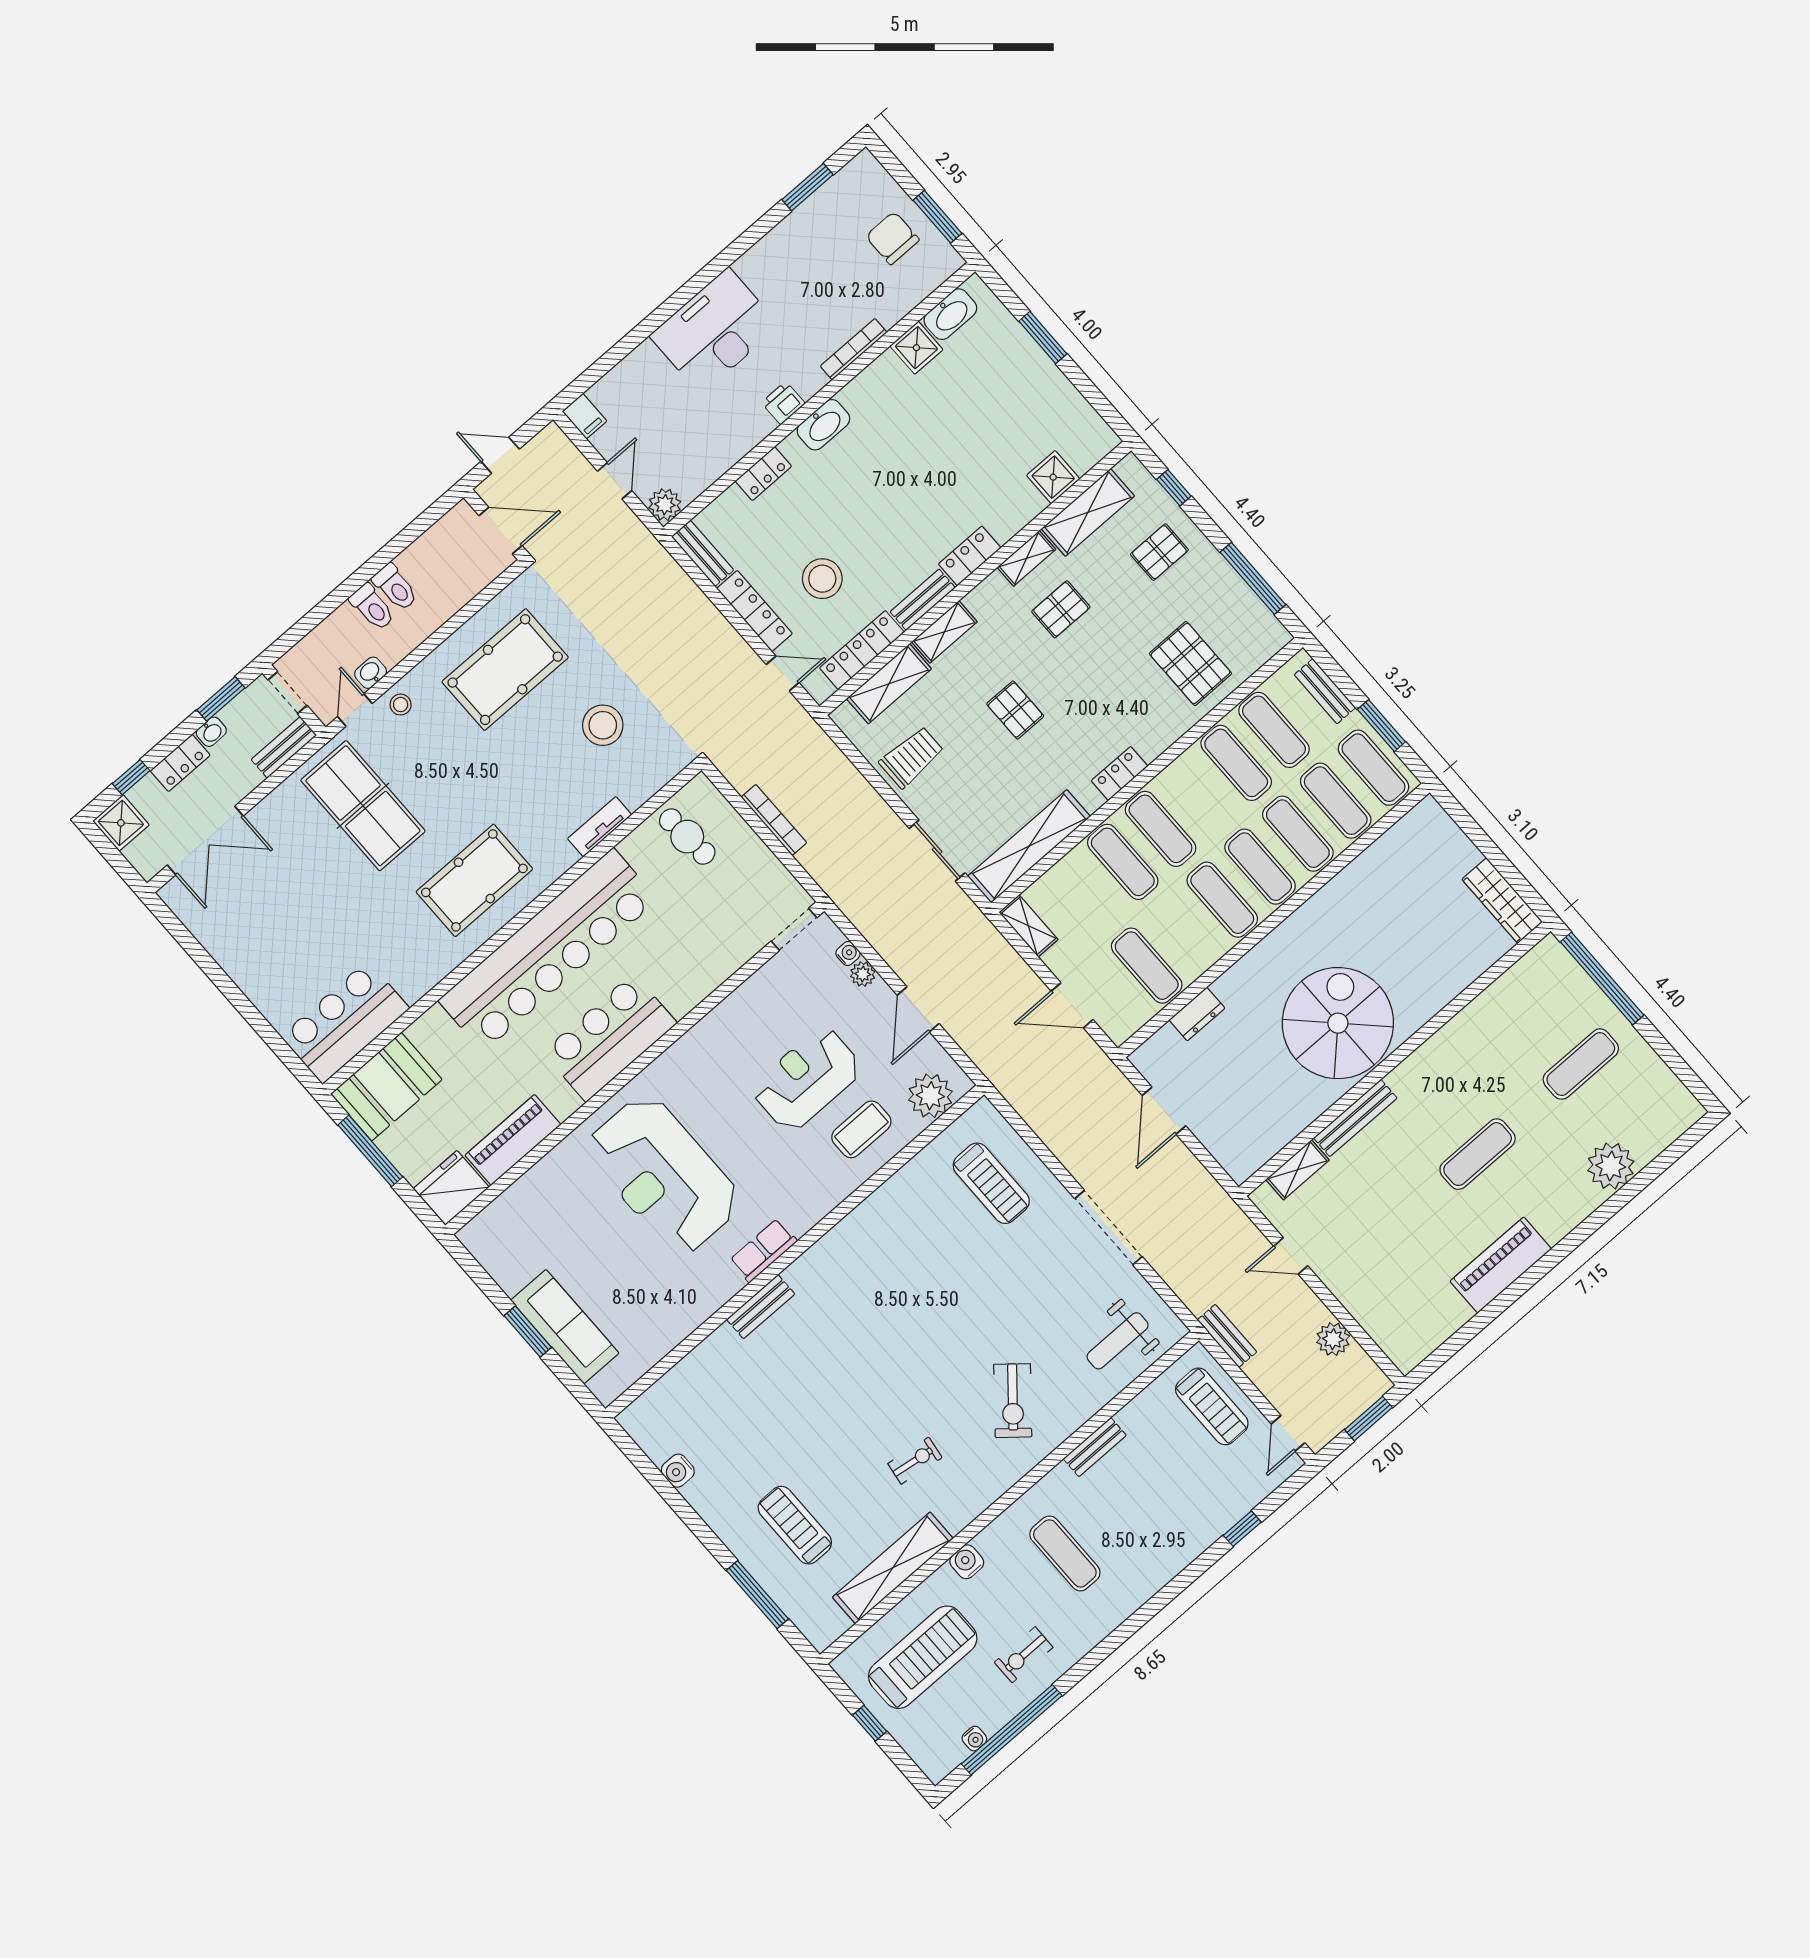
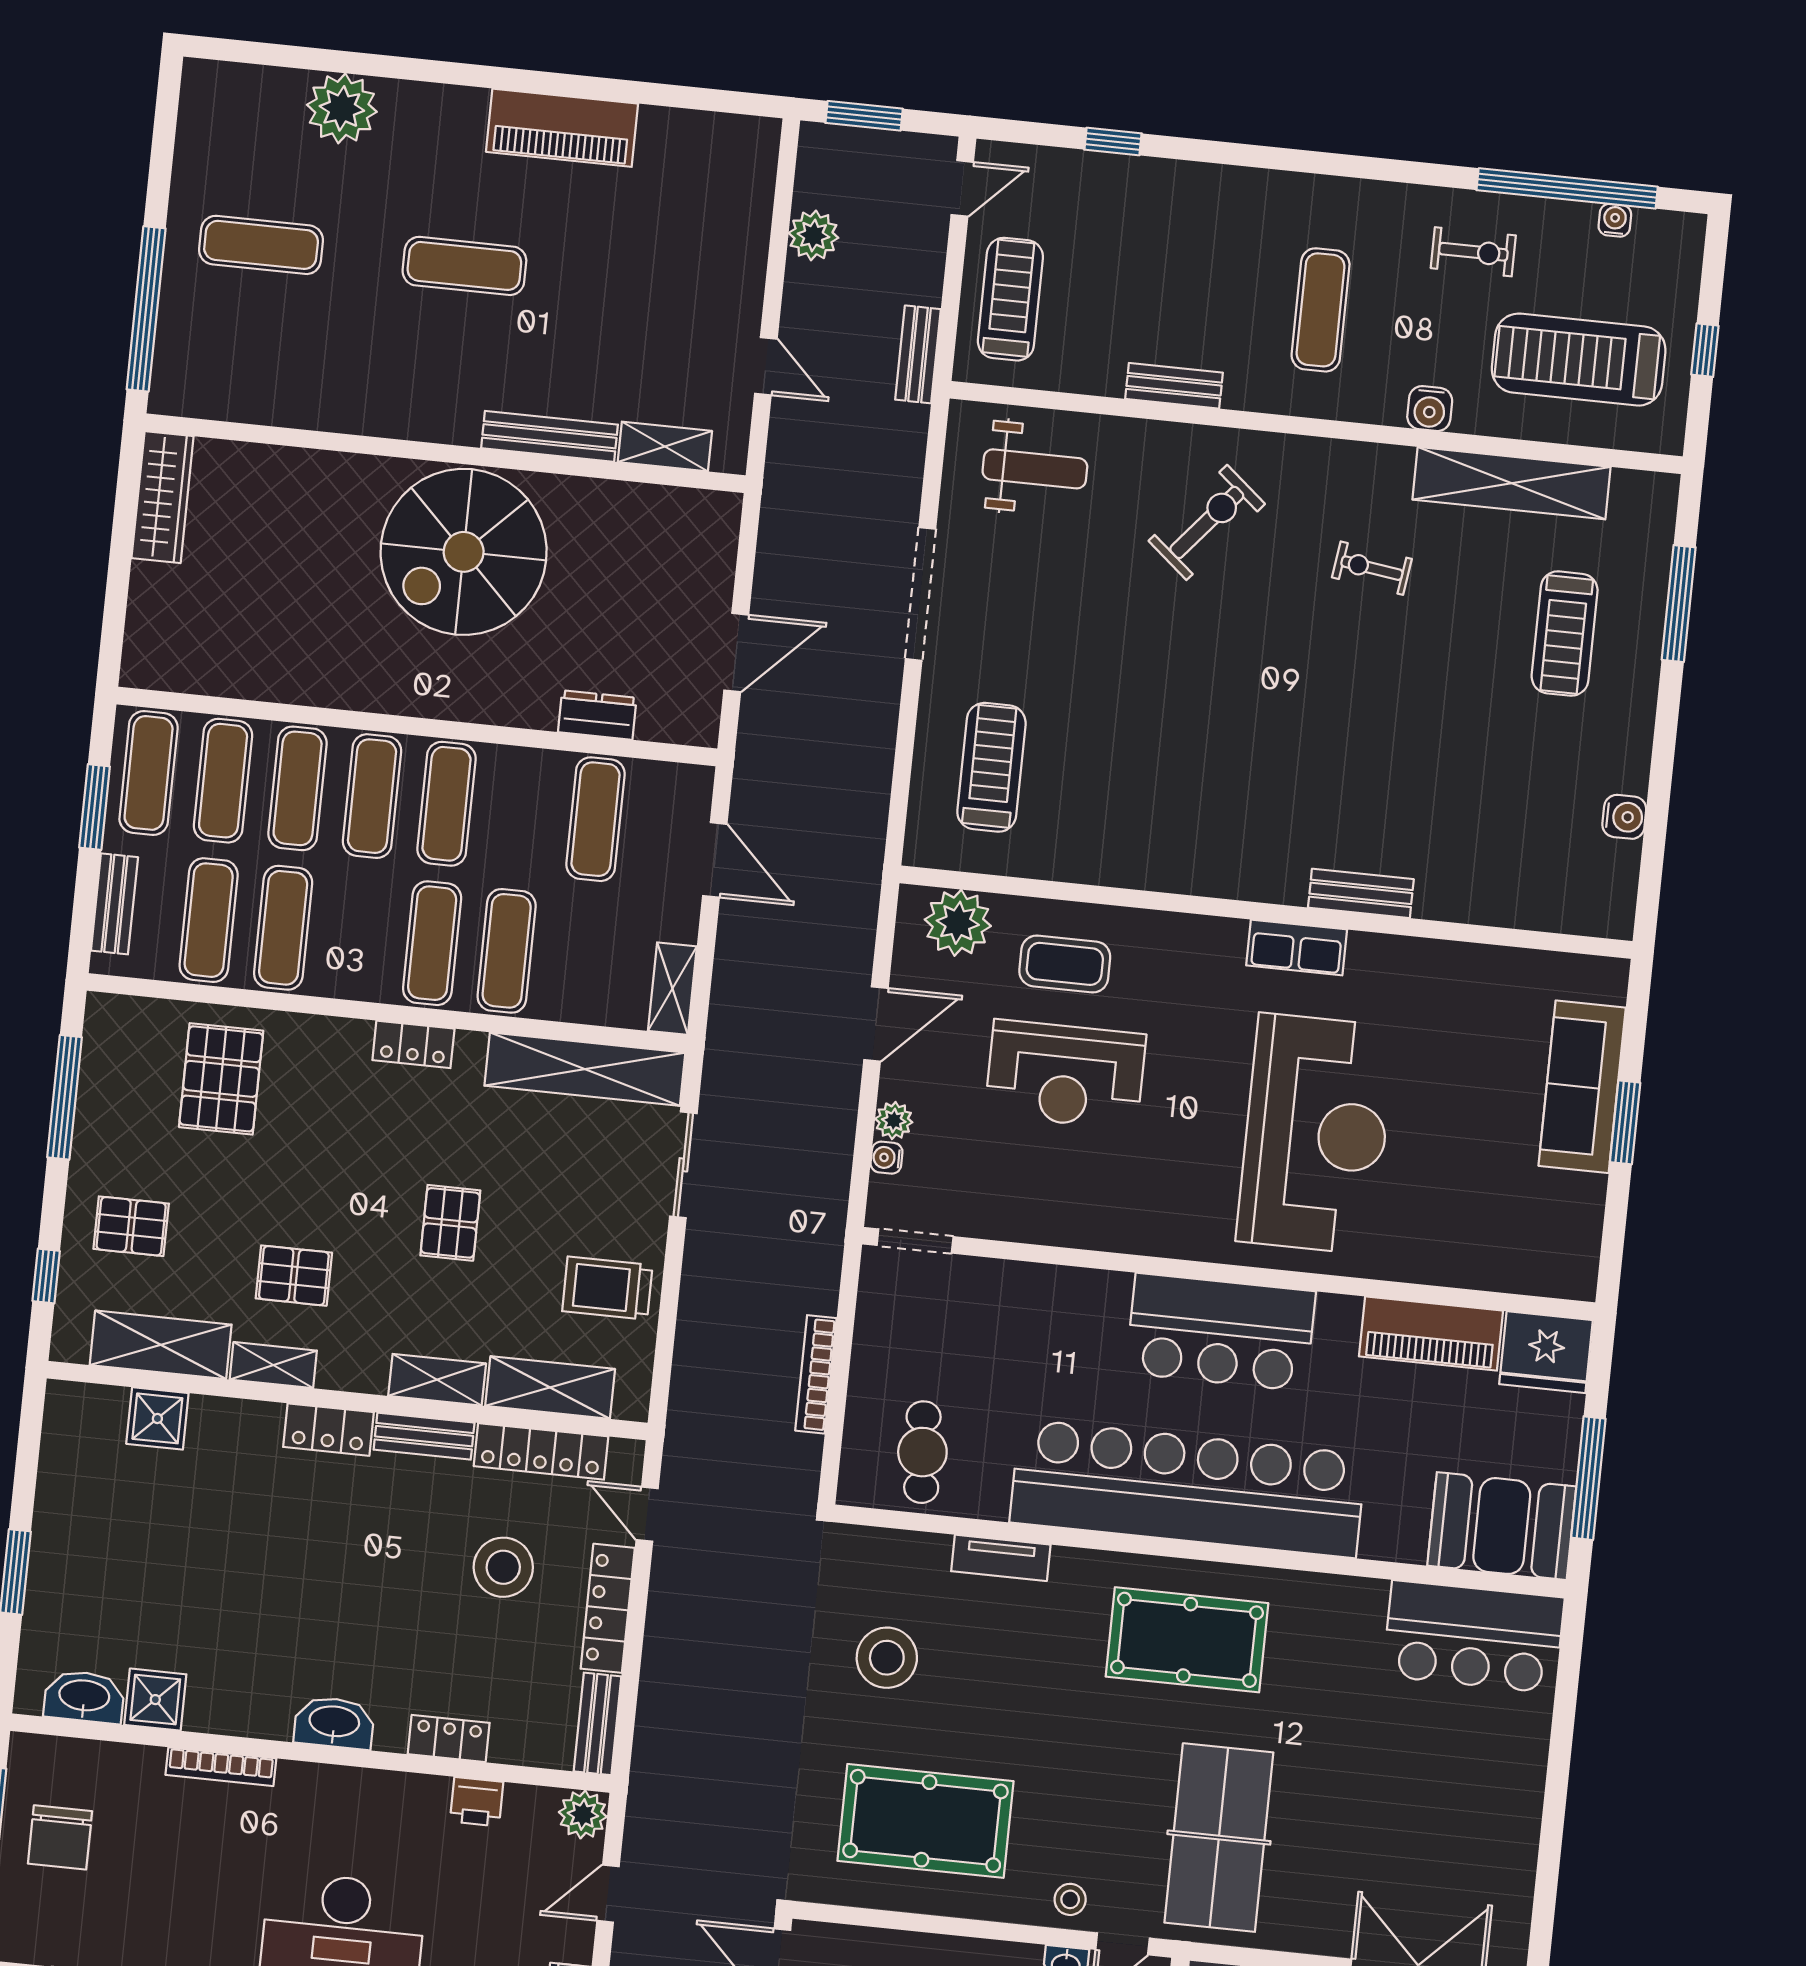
printer: (783, 403) -> (477, 1802), moved

